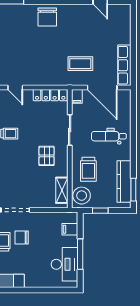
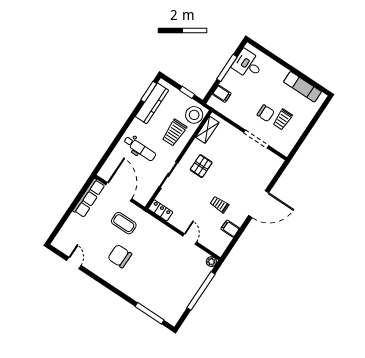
chair: (47, 17) -> (120, 256), moved, turned -90
locker: (50, 95) -> (160, 210), width x0.66
filing cabinet: (77, 96) -> (144, 198), removed
trolley: (88, 169) -> (174, 133), turned 180
desk: (64, 264) -> (248, 64), width x0.73

